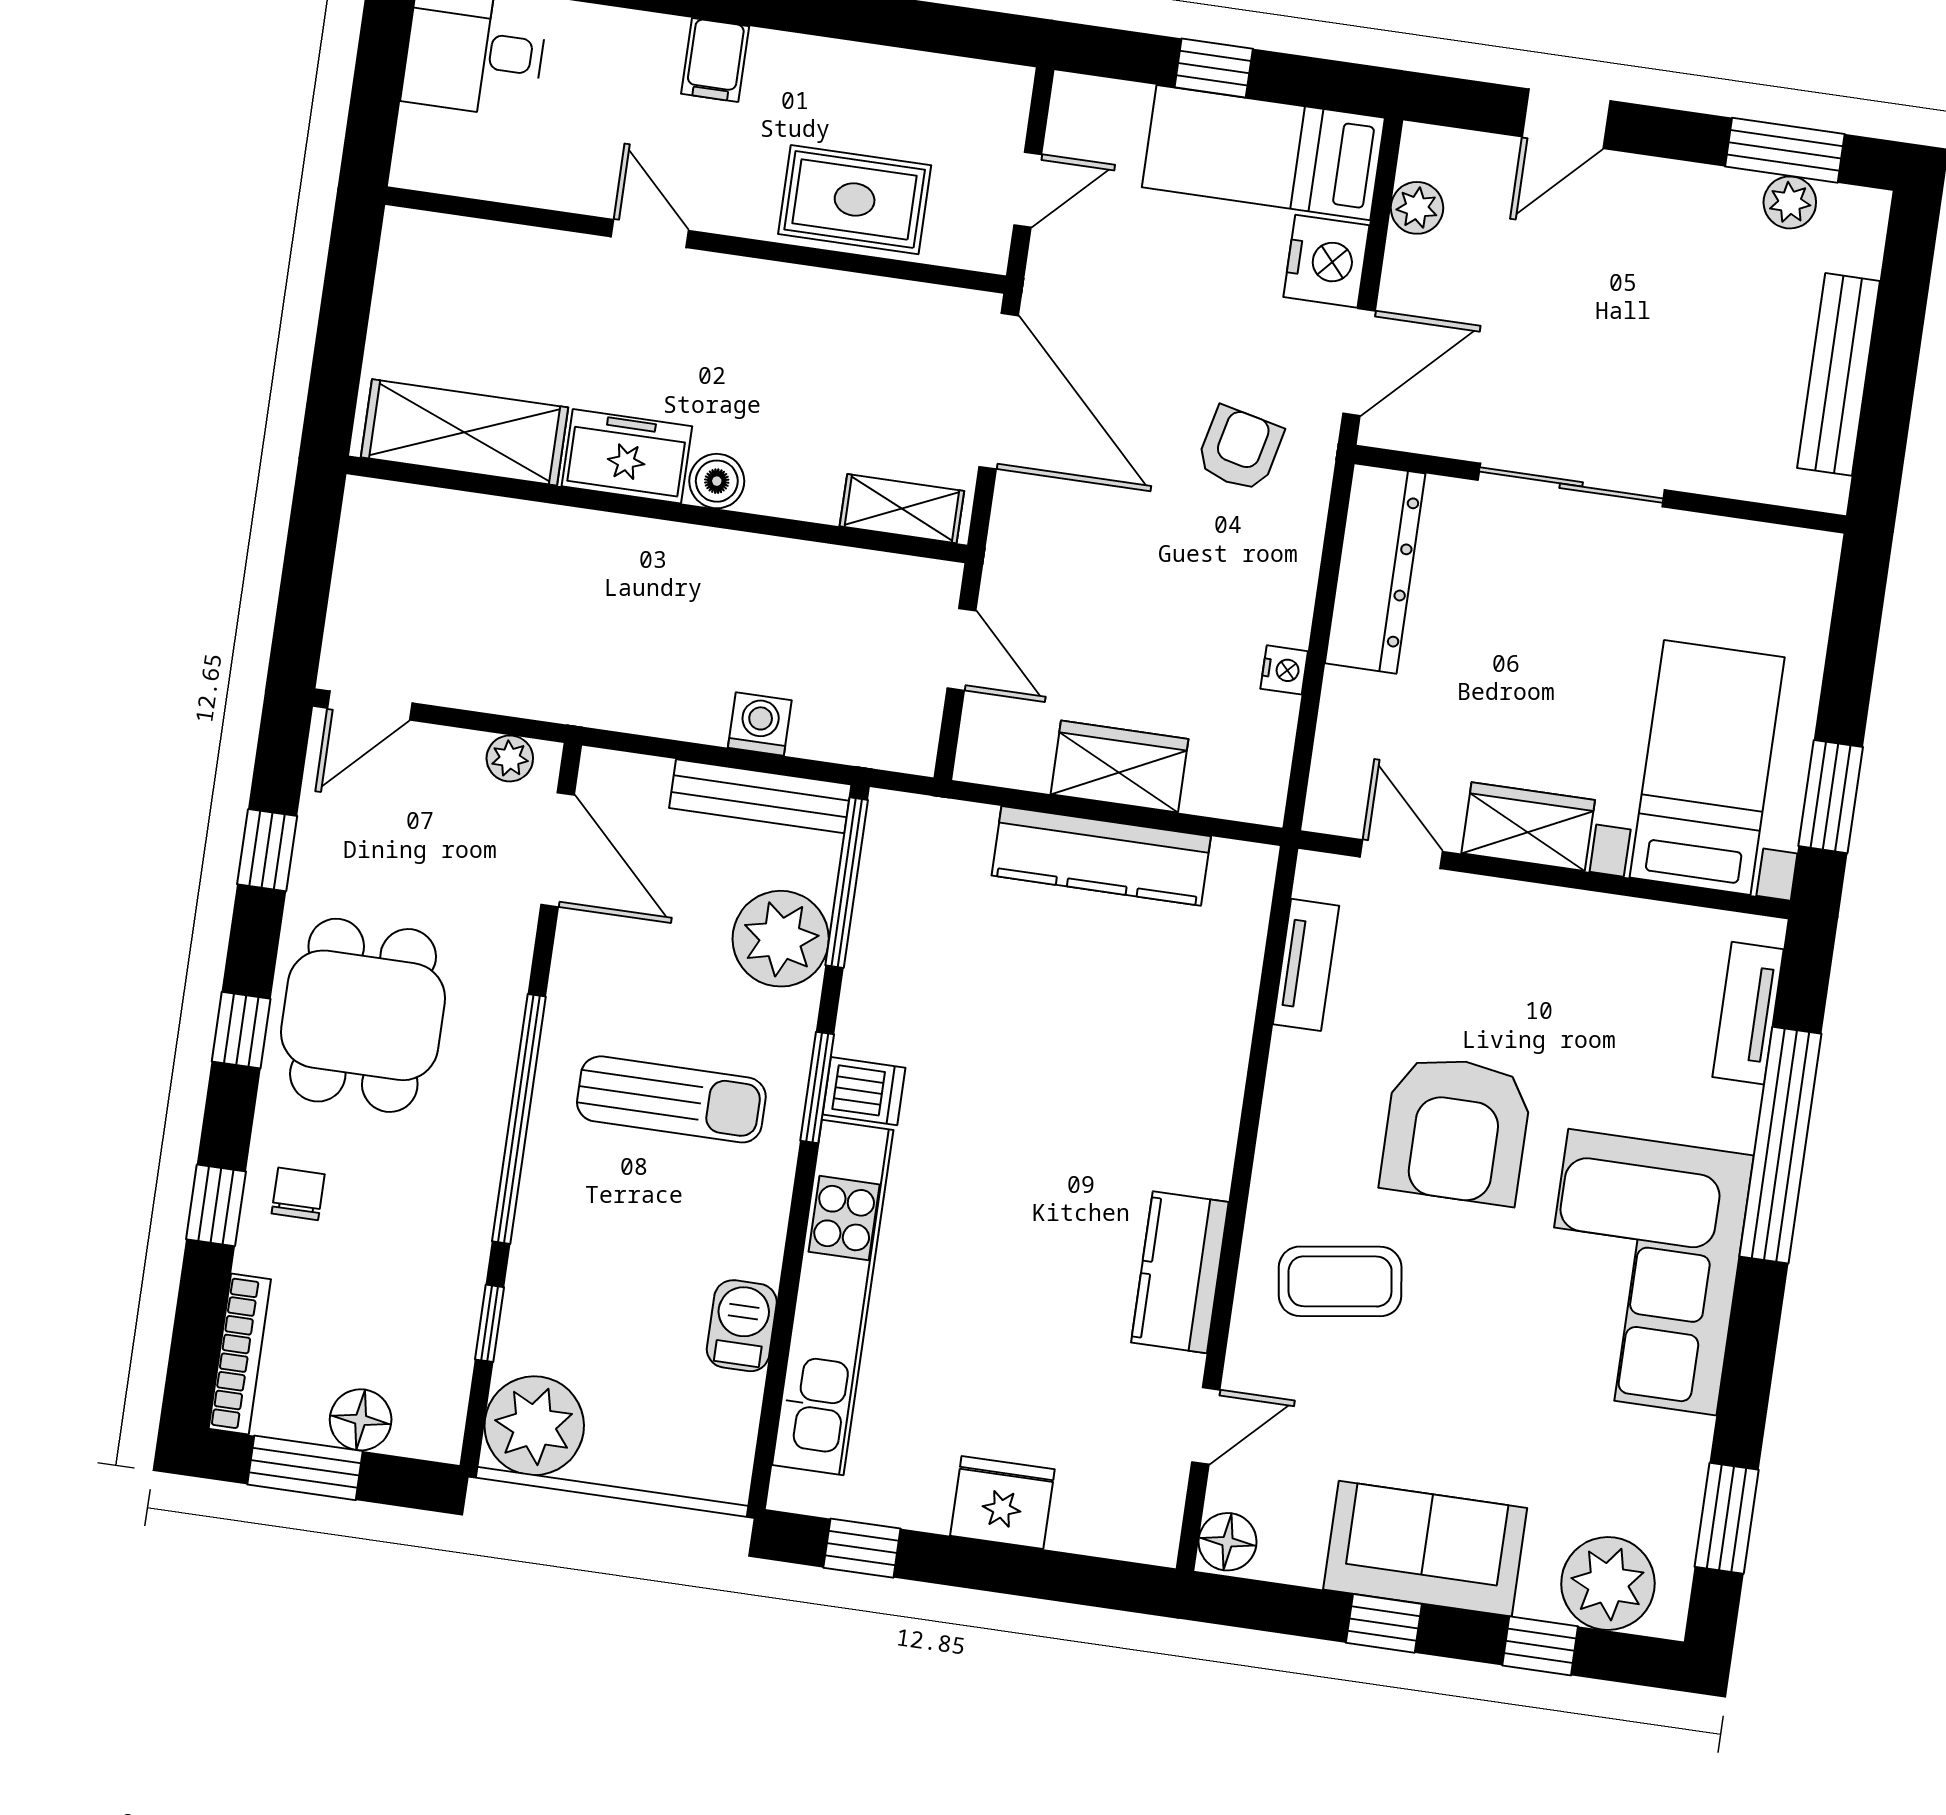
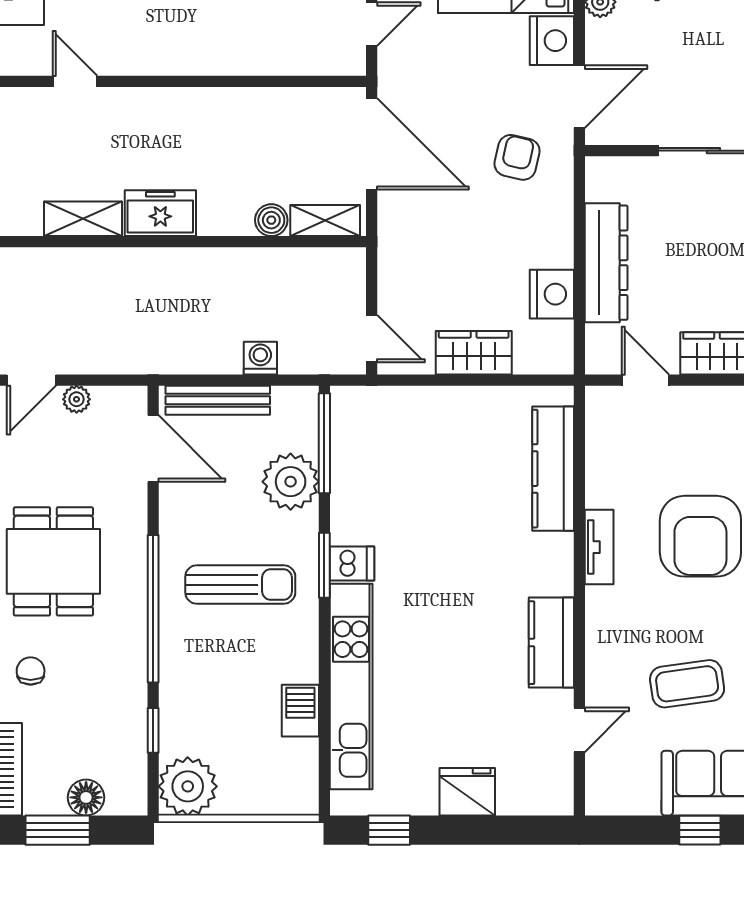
rug: (855, 200) -> (272, 44), removed
door: (650, 234) -> (75, 81), moved
shelving: (465, 432) -> (83, 219), width x0.67, depth x0.75
boiler: (717, 481) -> (271, 220), moved
dresser: (1375, 568) -> (606, 263), moved
door: (961, 649) -> (372, 339), moved
nightstand: (1284, 670) -> (552, 294), width x1.89, depth x1.79
plant: (510, 758) -> (77, 399), moved
bench: (760, 796) -> (218, 400), moved
kitchen counter: (1101, 856) -> (553, 469), moved, turned 90
tv unit: (1306, 965) -> (599, 547), moved
coffee table: (1340, 1281) -> (687, 684), moved
floor lamp: (1228, 1542) -> (602, 796), removed

